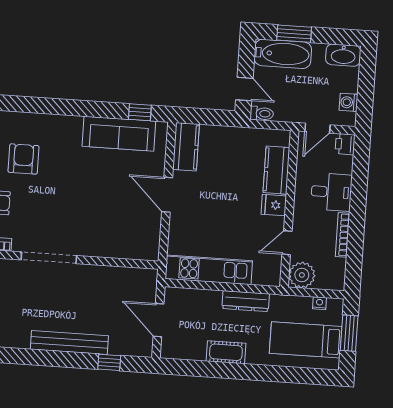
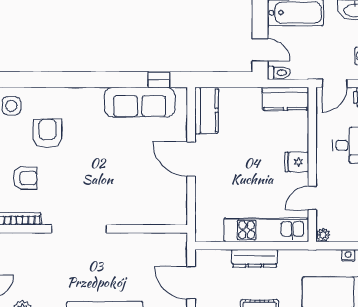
kitchen counter: (276, 170) -> (285, 99), moved, turned -90
kitchen unit: (209, 270) -> (266, 230), moved
plant: (302, 275) -> (323, 235), width x0.53, depth x0.53
dresser: (246, 301) -> (255, 258), moved

